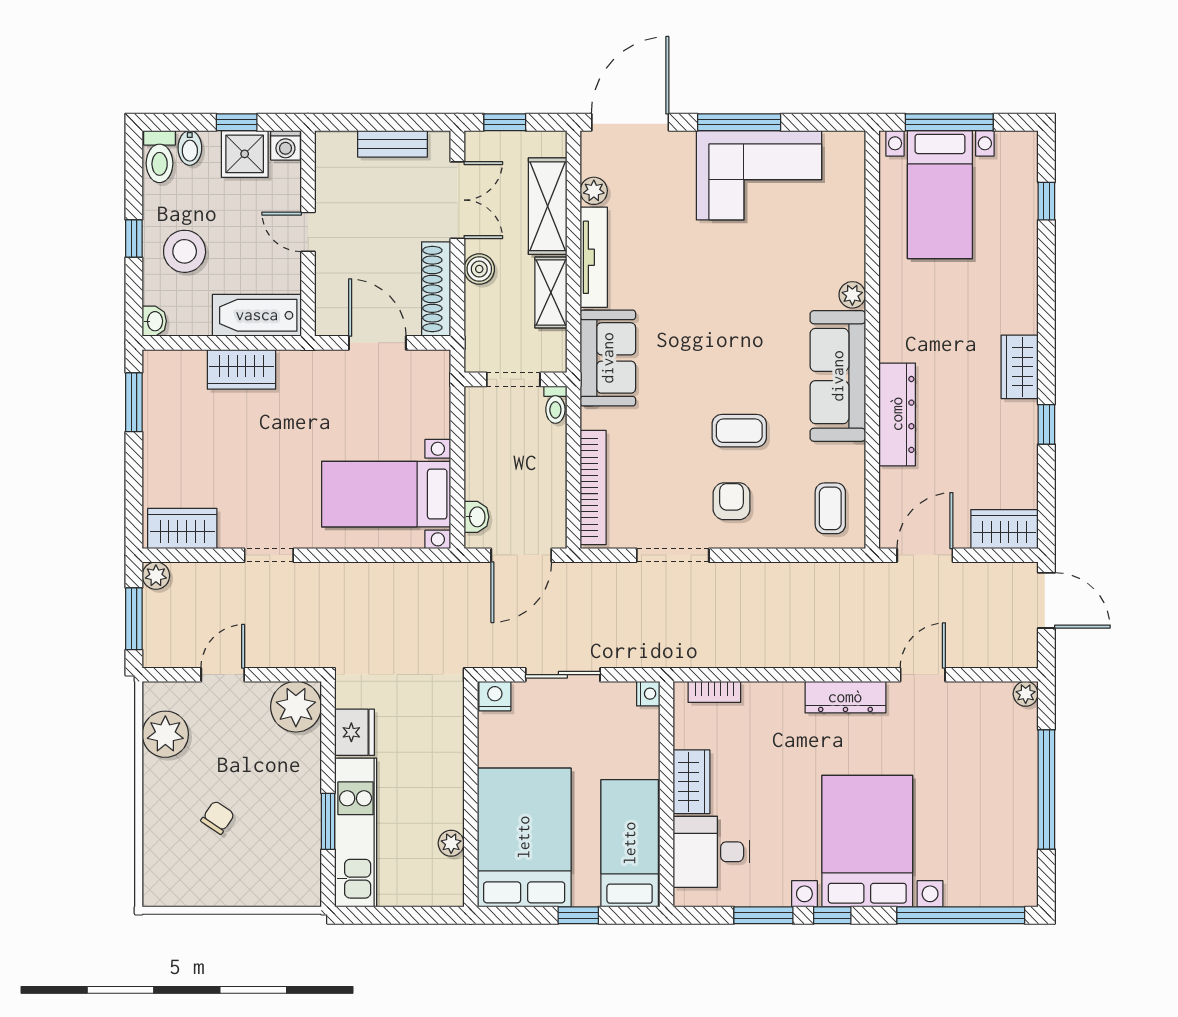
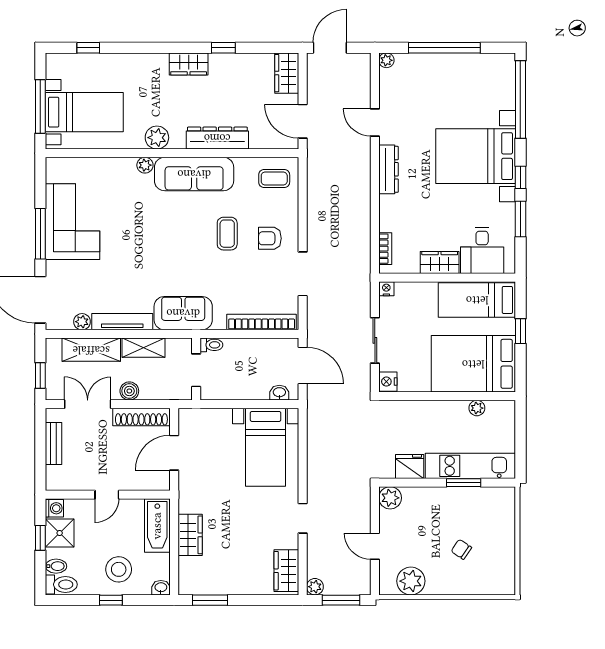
plant: (898, 315) -> (157, 138), added
plant: (296, 707) -> (390, 498), width x0.73, depth x0.73

